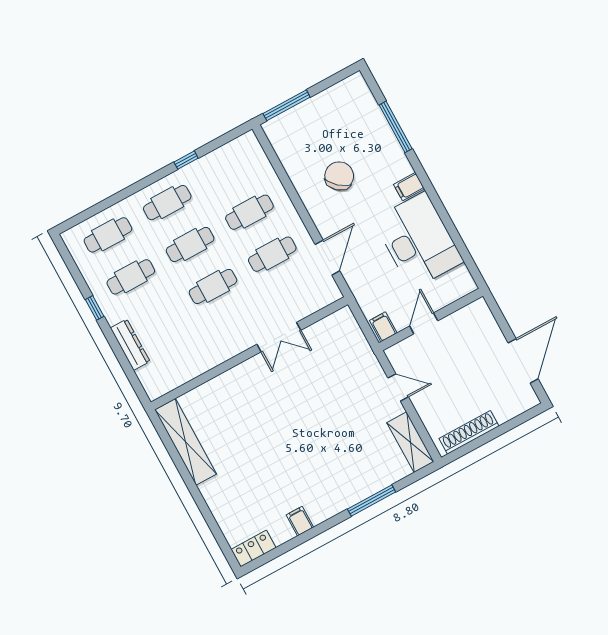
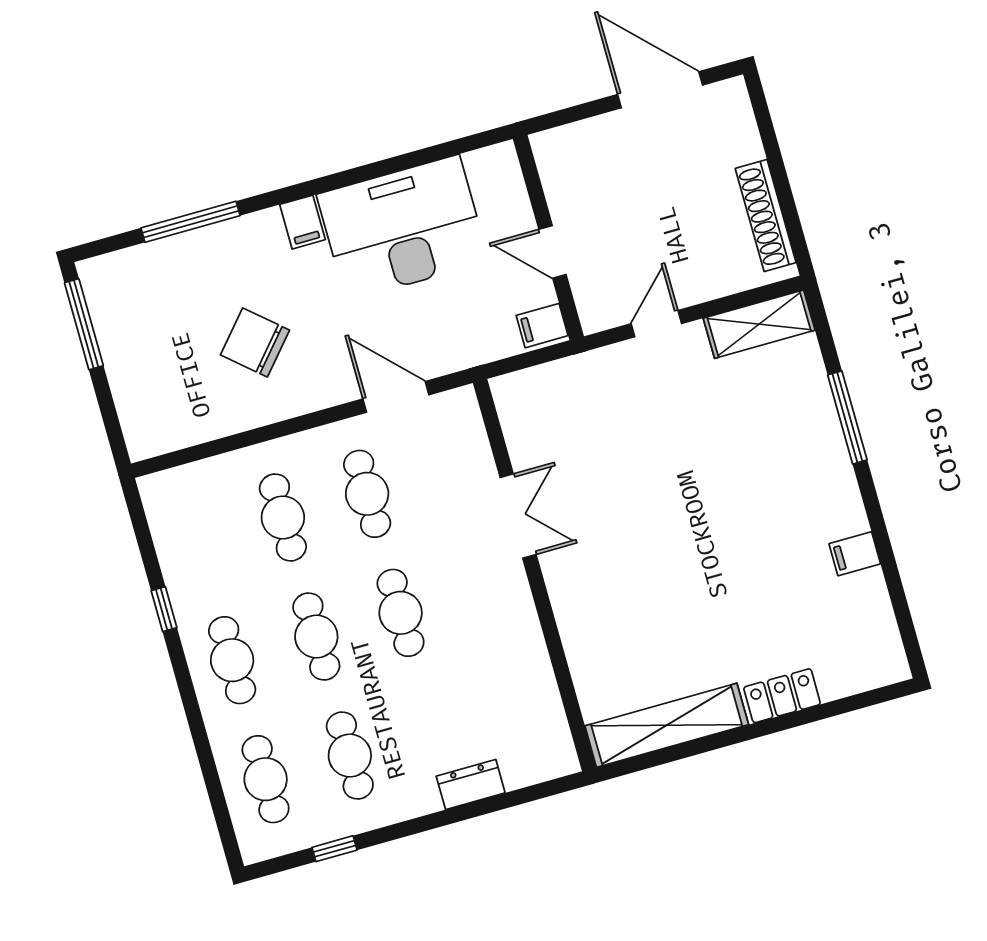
window: (287, 105) -> (84, 324), moved
window: (95, 308) -> (334, 849), moved
dresser: (130, 345) -> (471, 785), width x0.70
locker: (253, 549) -> (782, 696), moved, turned 90

